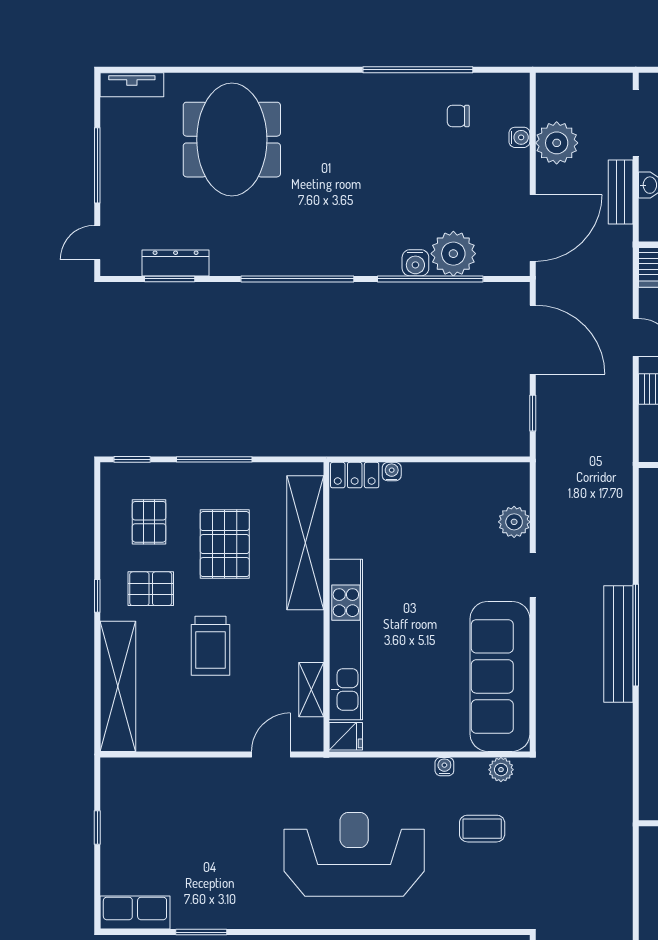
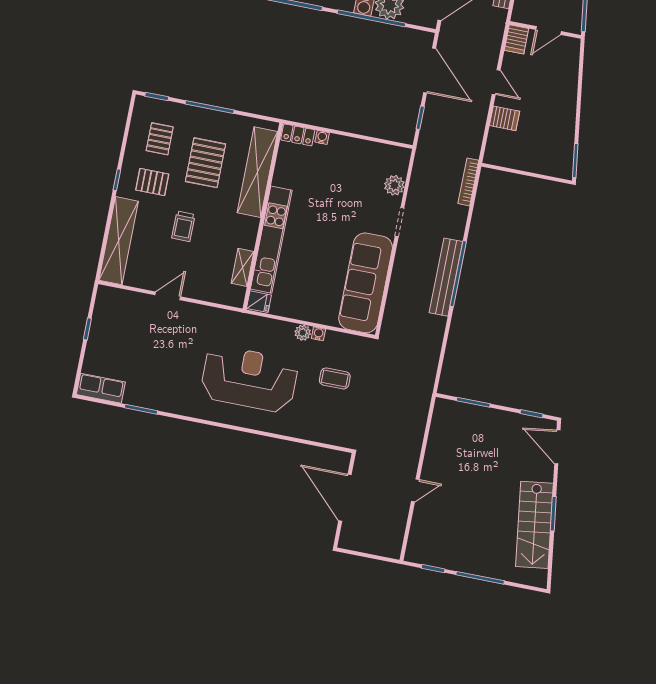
bookcase: (624, 495) -> (468, 182), added
trolley: (210, 646) -> (183, 226), width x0.73, depth x0.72
door: (271, 754) -> (168, 296), moved
plant: (501, 770) -> (303, 333), moved

